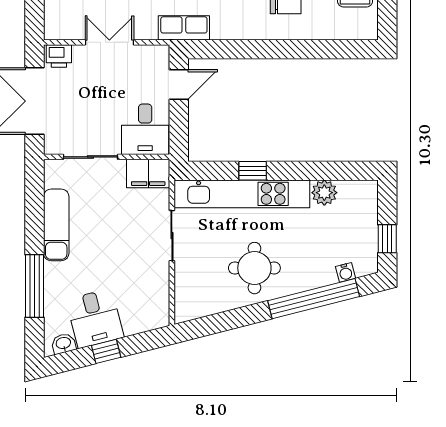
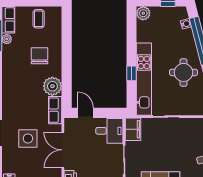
plant: (229, 23) -> (52, 86), added
double door: (109, 42) -> (63, 150), width x1.37
plant: (324, 193) -> (143, 13), moved

